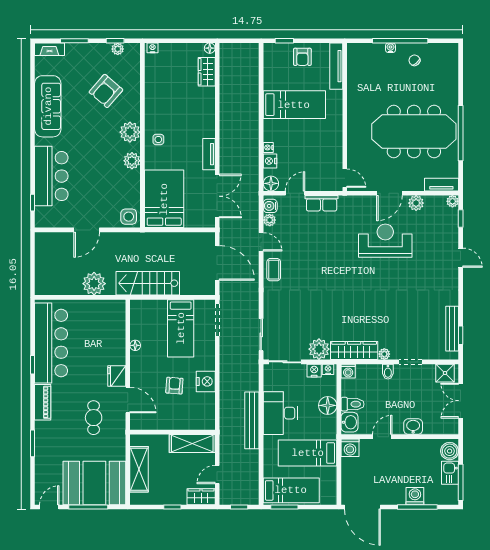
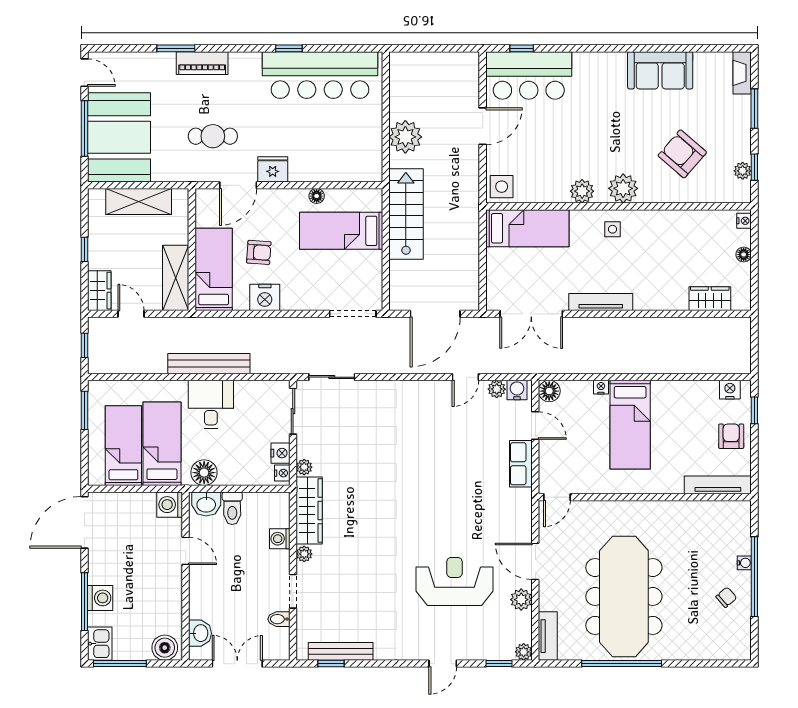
floor lamp: (210, 48) -> (744, 255), moved
armchair: (302, 57) -> (731, 436), turned 90
bed: (294, 105) -> (630, 425), moved
sofa: (48, 106) -> (660, 70), width x0.73
tv unit: (209, 154) -> (601, 302), width x1.41
nightstand: (270, 161) -> (730, 390), moved
bar counter: (51, 176) -> (529, 75), moved
bed: (164, 199) -> (527, 228), width x0.67
door: (87, 230) -> (483, 126), swing flipped
reception desk: (385, 241) -> (454, 581), moved, turned -90
coffee table: (274, 270) -> (425, 395), removed
bed: (181, 328) -> (341, 231), moved
plant: (319, 349) -> (304, 467), width x0.53, depth x0.53
washing machine: (348, 371) -> (280, 539), moved
bidet: (388, 372) -> (279, 619), moved
shower: (445, 373) -> (277, 641), removed
piano: (43, 402) -> (202, 63), moved
floor lamp: (328, 405) -> (204, 473), moved
desk: (280, 413) -> (211, 405), width x0.73
bed: (186, 417) -> (214, 269), added
washbasin: (413, 427) -> (200, 633), moved
kitchen sink: (450, 473) -> (100, 644), moved, turned 90
bed: (291, 490) -> (123, 446), moved, turned 180

